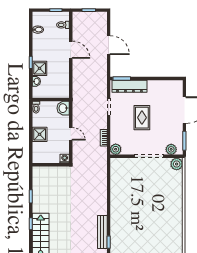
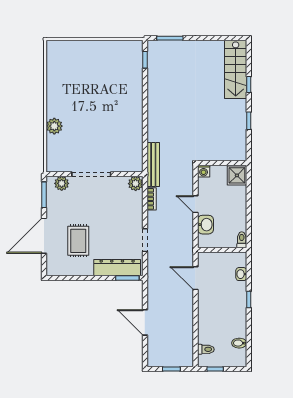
door: (71, 50) -> (195, 278), moved
shower: (40, 68) -> (237, 291), removed
washbasin: (63, 108) -> (206, 225), moved
rug: (142, 118) -> (78, 241), moved
shower: (40, 134) -> (237, 175), moved
plant: (177, 164) -> (54, 126), moved
bench: (102, 232) -> (153, 164), moved

